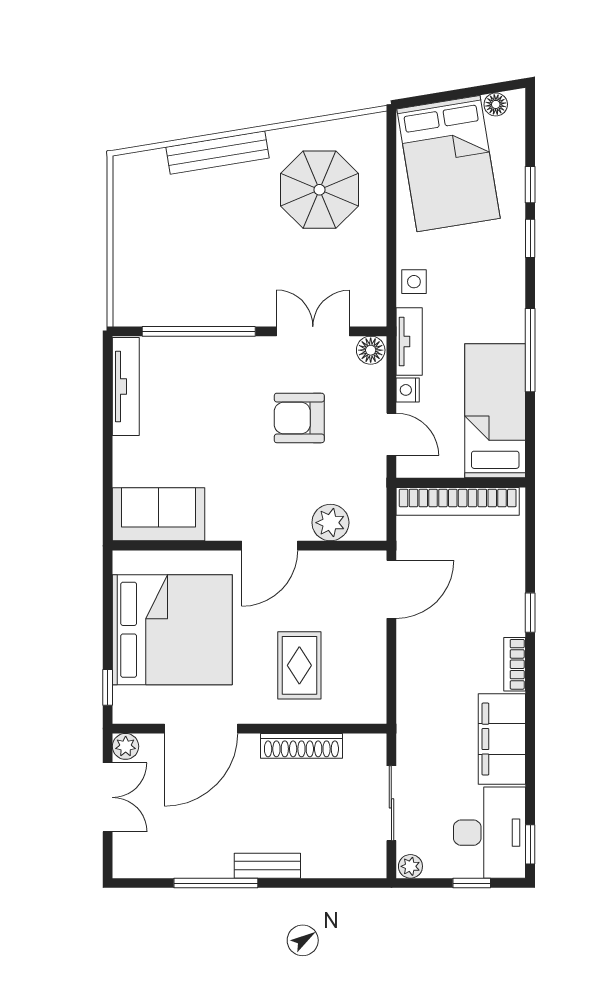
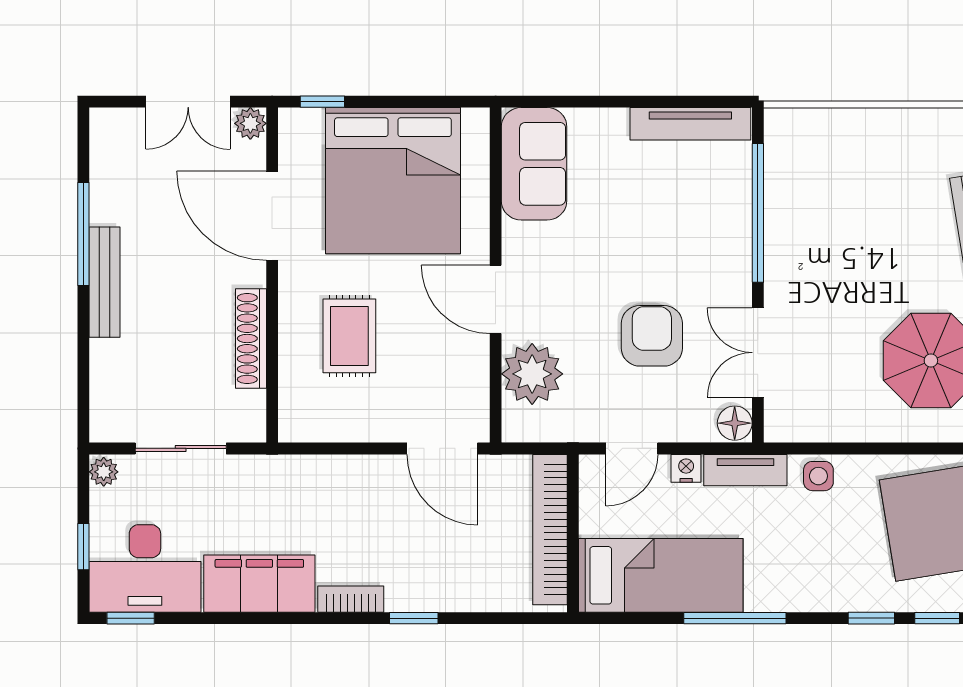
double door: (313, 331) -> (758, 353), swing flipped
plant: (330, 523) -> (532, 374), width x1.36, depth x1.36
rug: (299, 665) -> (349, 336), turned 90
bench: (267, 866) -> (105, 282), width x1.36

